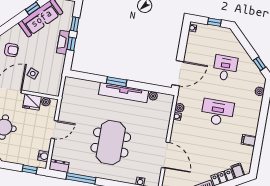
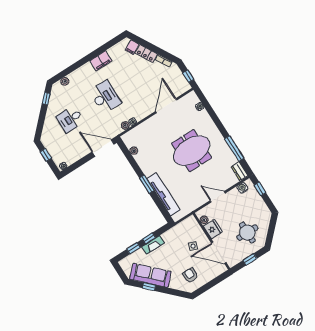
tv unit: (124, 93) -> (163, 194), moved
desk: (217, 112) -> (105, 97), turned 180
filing cabinet: (249, 140) -> (101, 61), width x2.00

